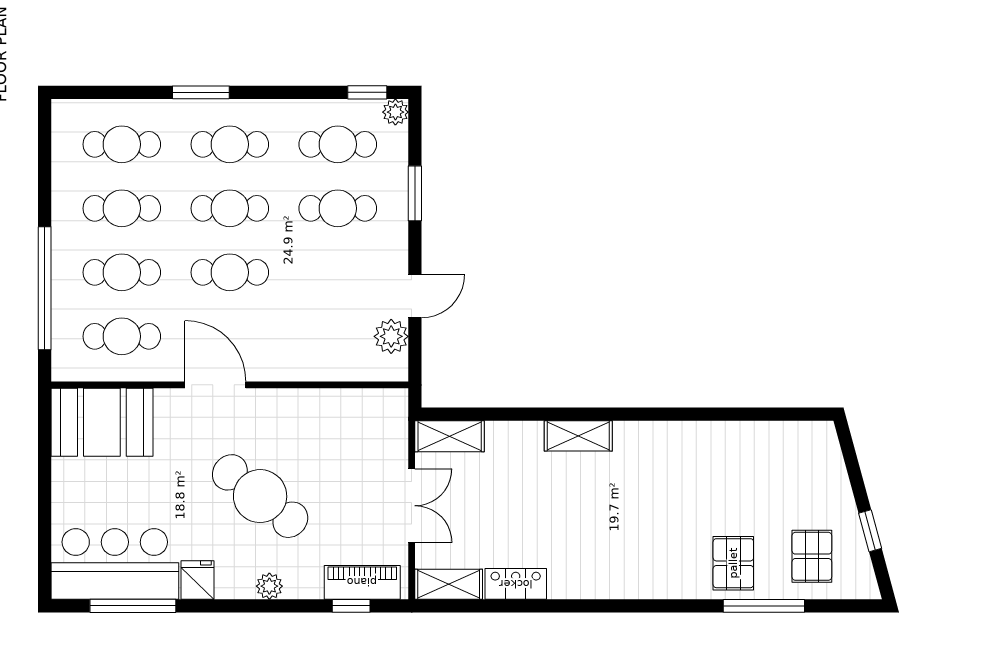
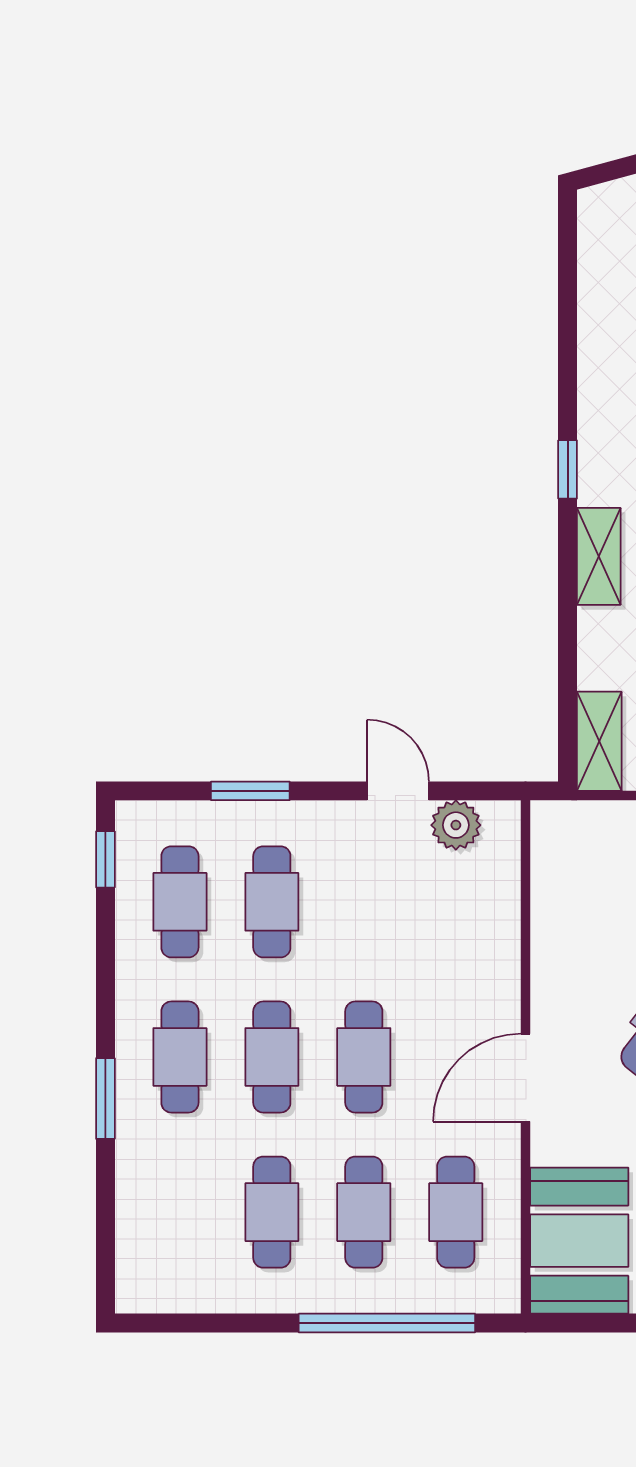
plant: (395, 112) -> (134, 819), removed
cafe table: (122, 144) -> (180, 1212), removed
window: (639, 414) -> (568, 469), added

